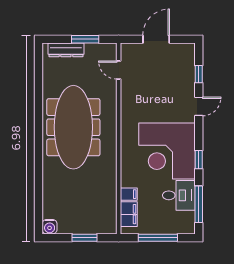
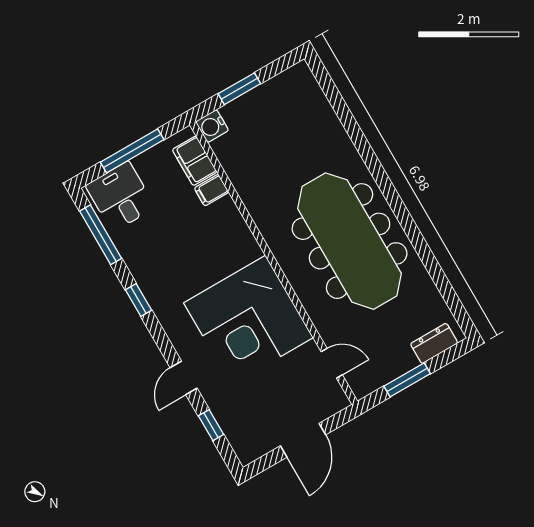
dresser: (66, 50) -> (434, 343), width x0.70
corner desk: (167, 151) -> (248, 320), moved, turned 180
desk: (179, 195) -> (120, 197), moved, turned 90
water cooler: (50, 227) -> (212, 126), moved, turned -90

